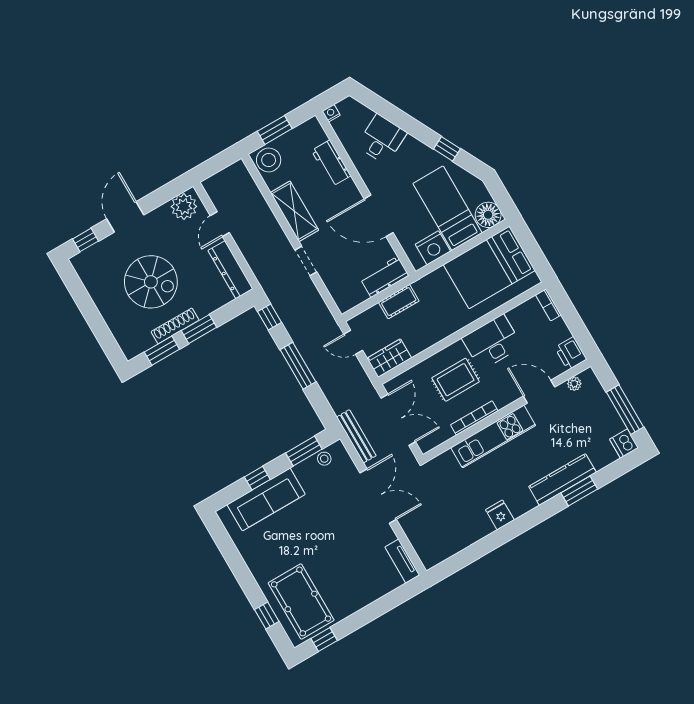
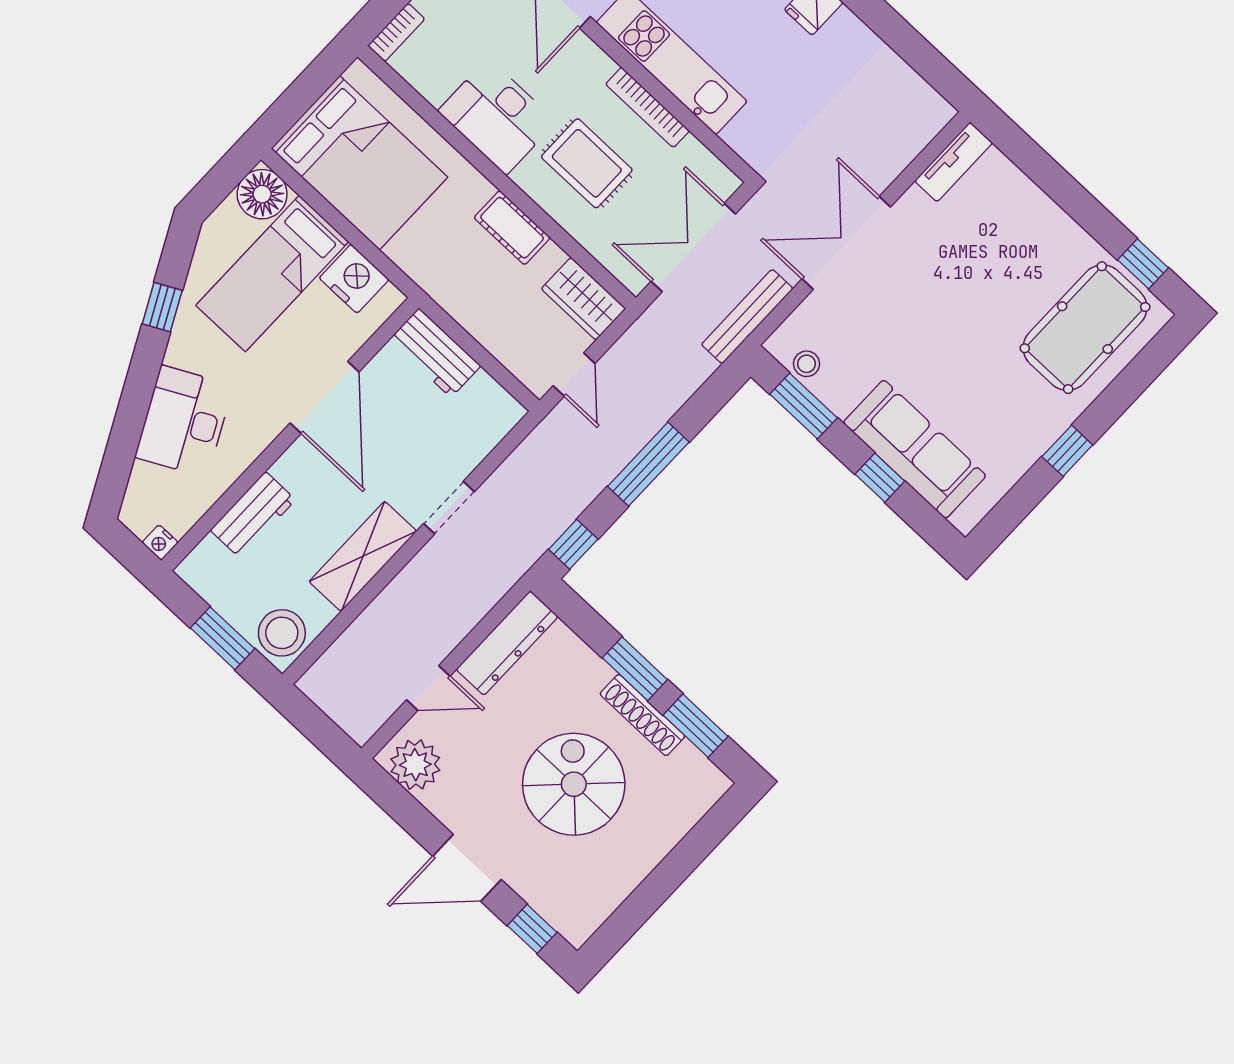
desk: (382, 139) -> (184, 421), width x1.37
cot: (399, 302) -> (512, 228), moved
window: (267, 616) -> (1067, 451), moved

